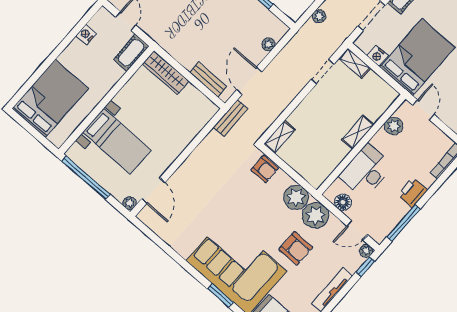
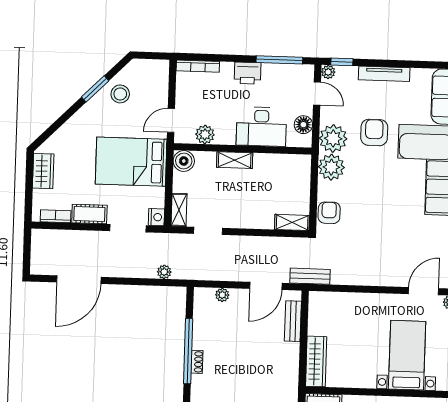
nightstand: (377, 56) -> (156, 217), moved
boiler: (387, 95) -> (184, 161), added

